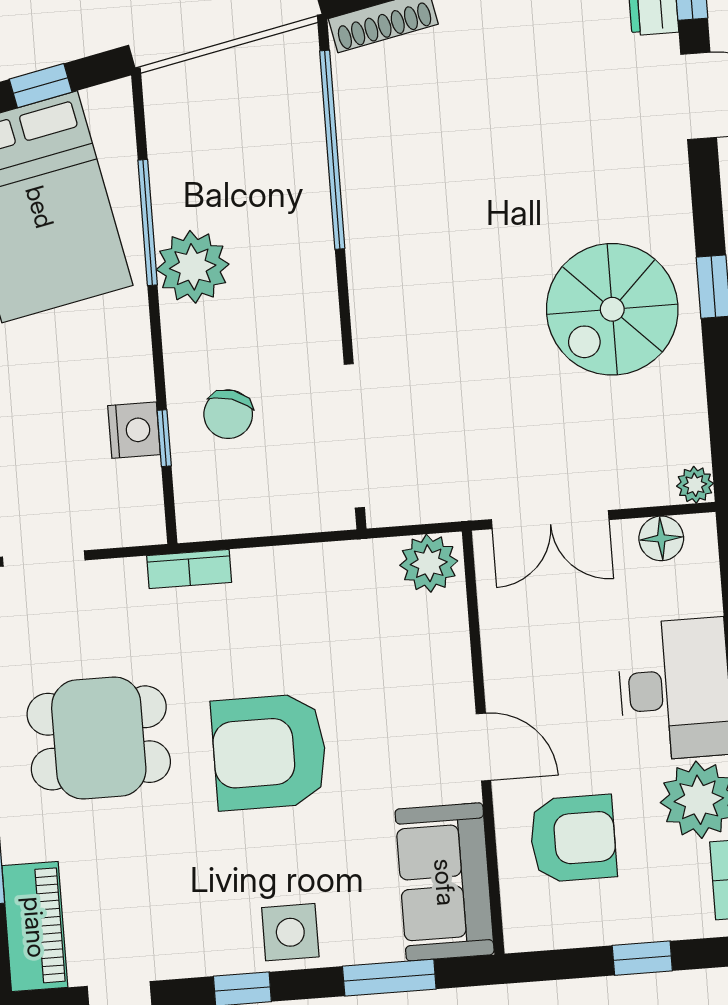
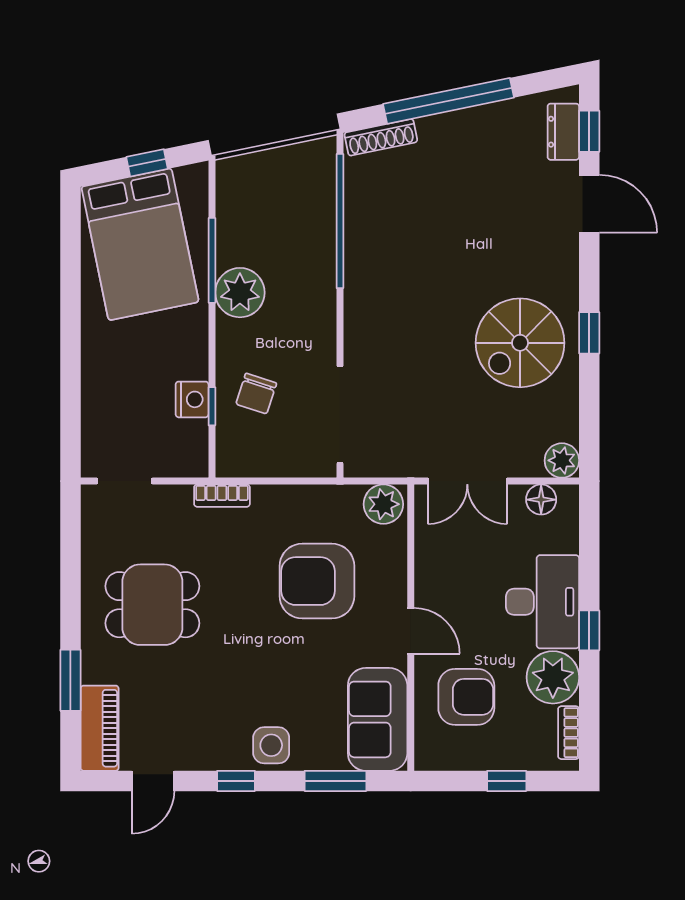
plant: (695, 485) -> (562, 460), width x1.38, depth x1.38
armchair: (269, 752) -> (317, 581), moved

